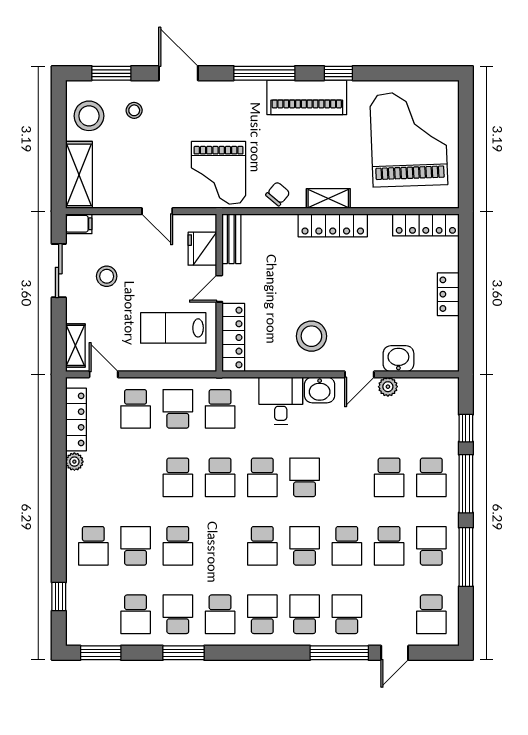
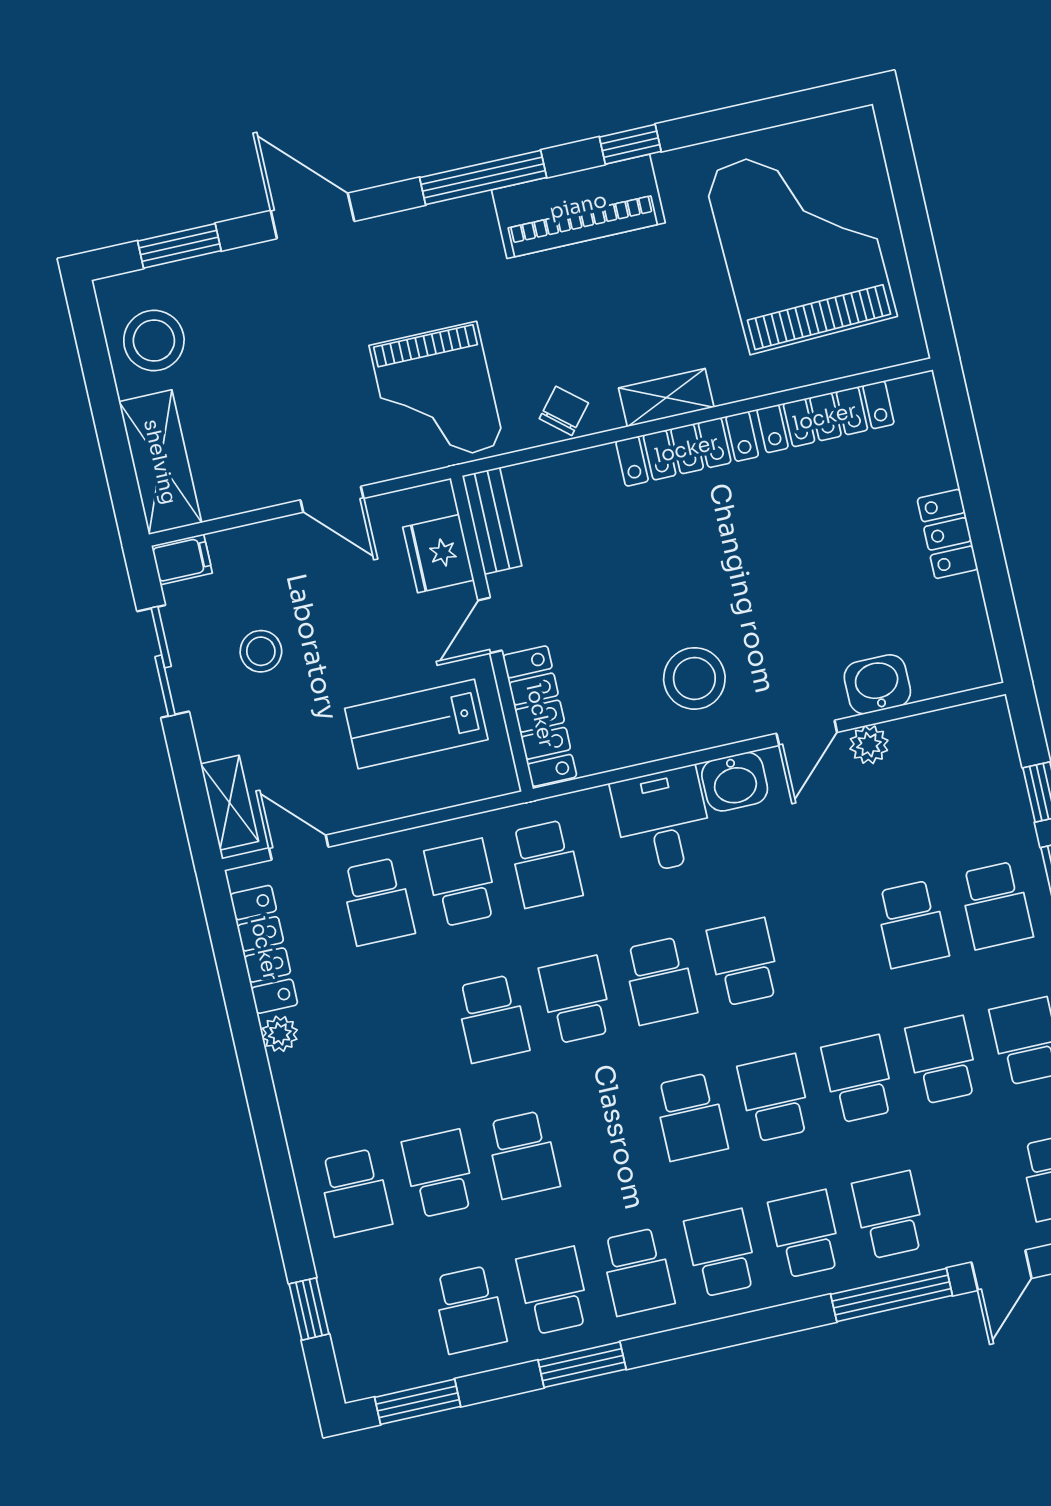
stool: (134, 110) -> (241, 309), removed
locker: (426, 225) -> (825, 417), moved
school desk: (220, 477) -> (576, 1000), turned 180
school desk: (347, 546) -> (859, 1079), turned 180
school desk: (389, 546) -> (942, 1060), turned 180

